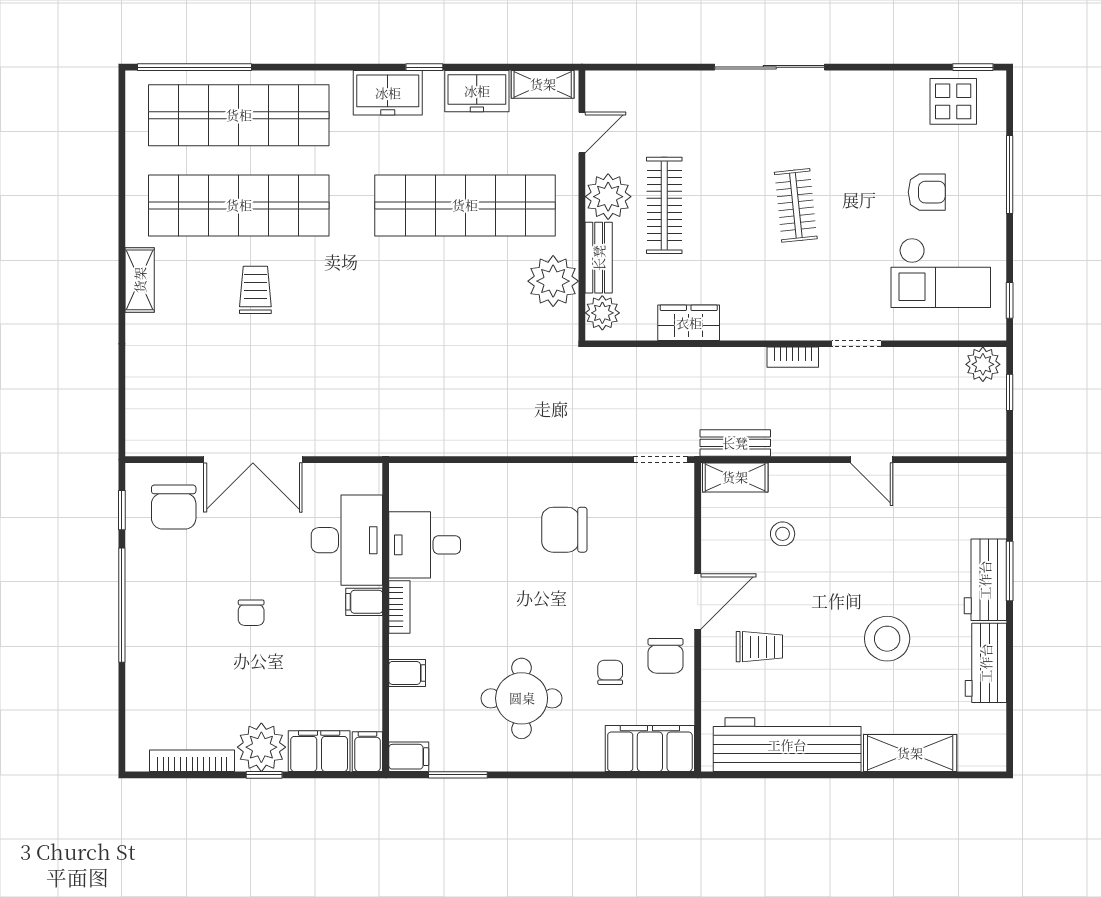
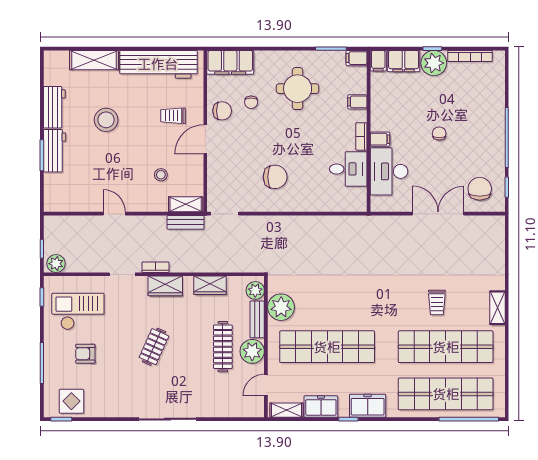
clothes rail: (796, 205) -> (154, 347), turned 30
wardrobe: (774, 322) -> (165, 286), added
chair: (665, 656) -> (222, 111), turned 90

